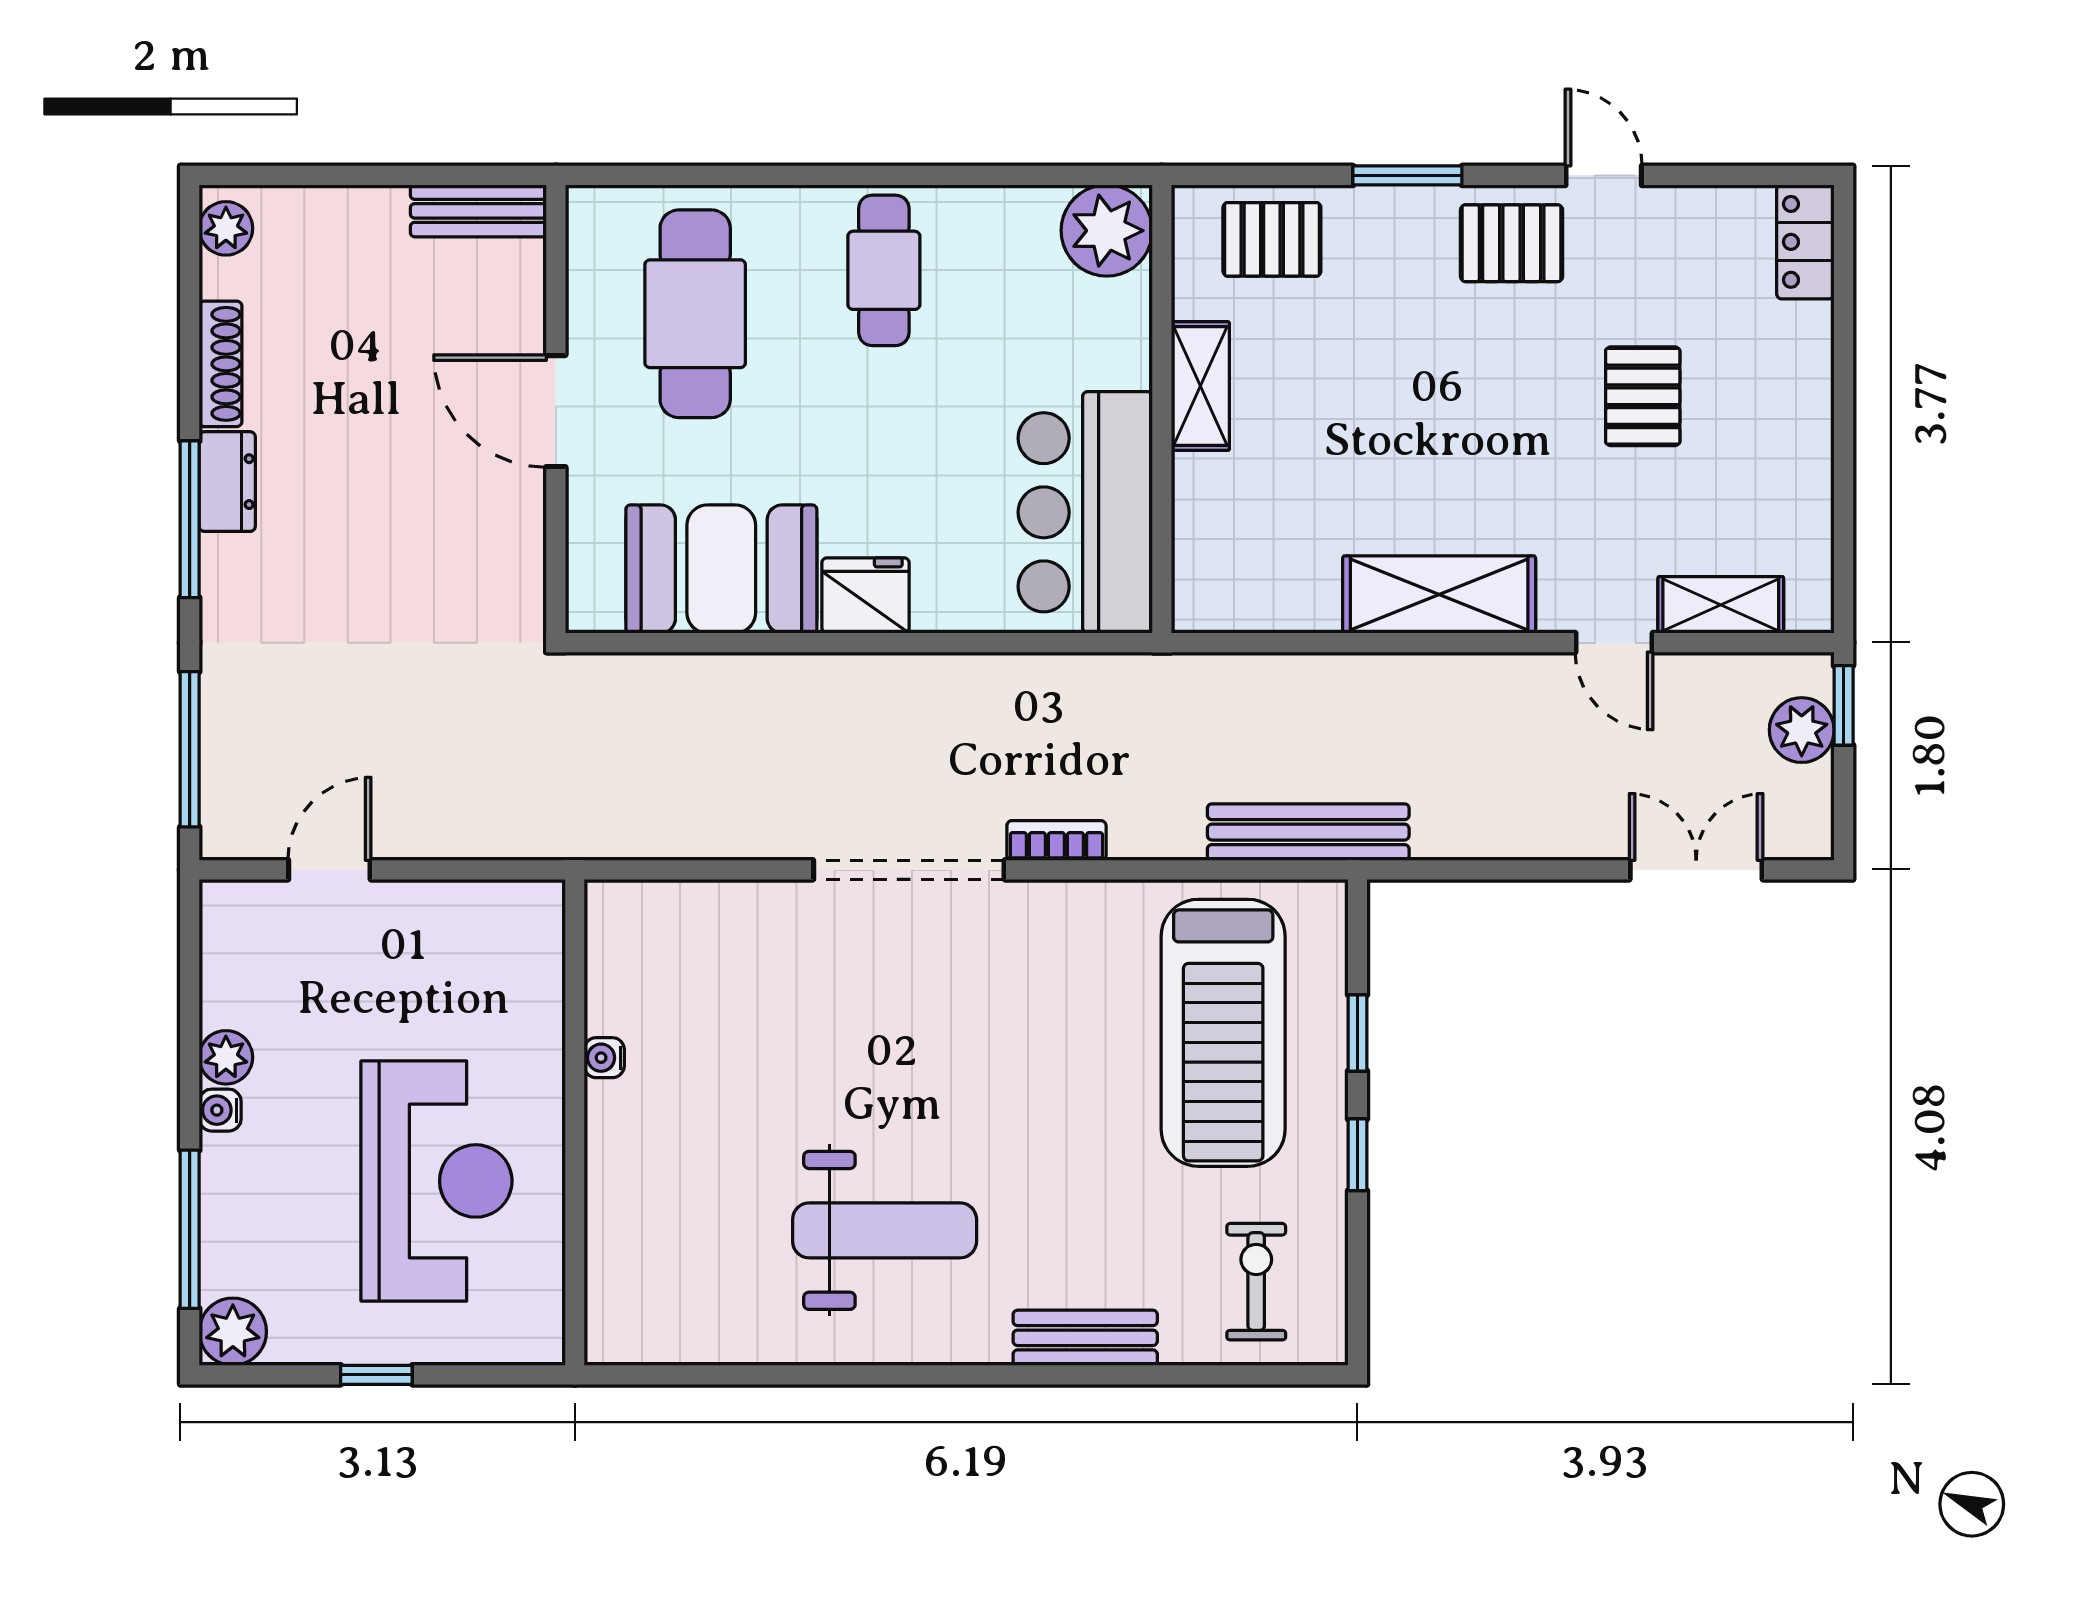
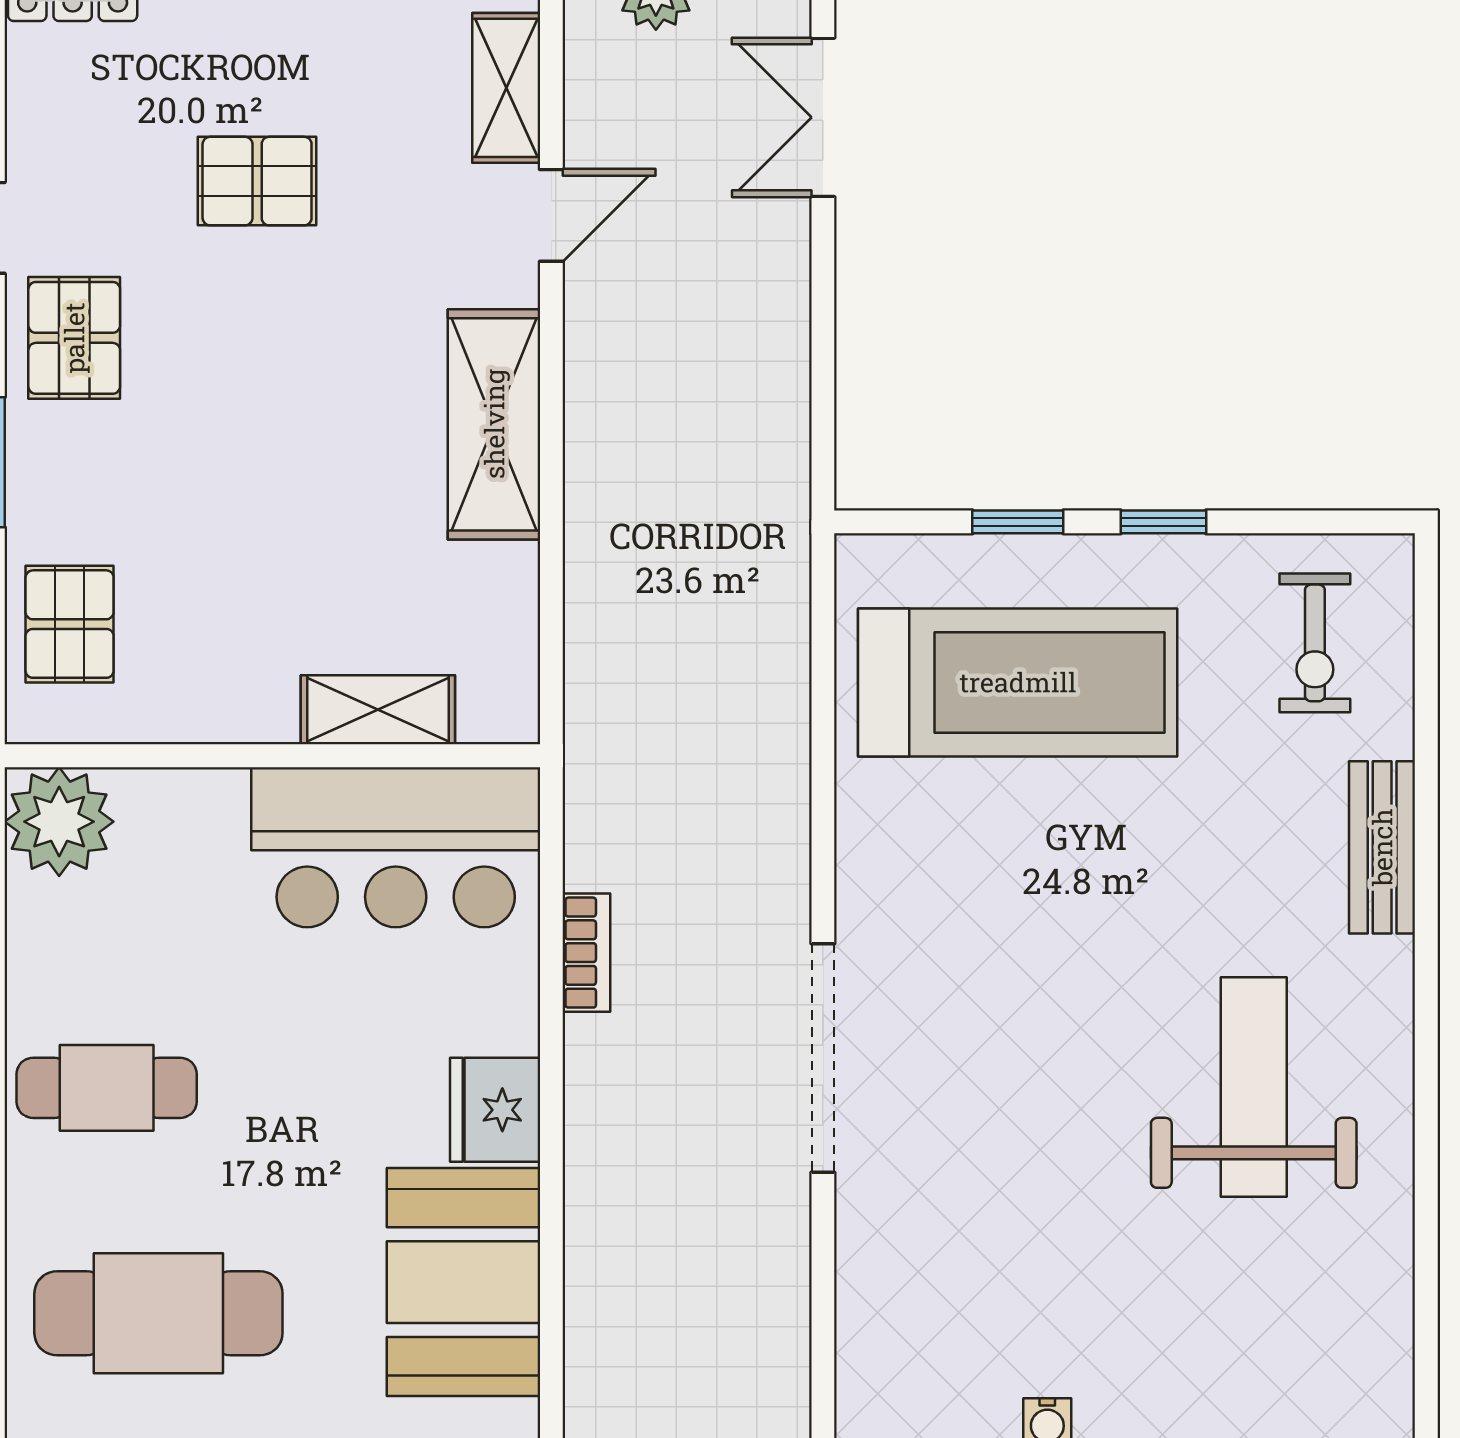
shelving: (1200, 386) -> (378, 710), moved
bench: (1308, 832) -> (778, 581), removed
bookcase: (1056, 841) -> (586, 953), moved, turned 180
exercise bike: (1256, 1282) -> (1315, 643), turned -90

